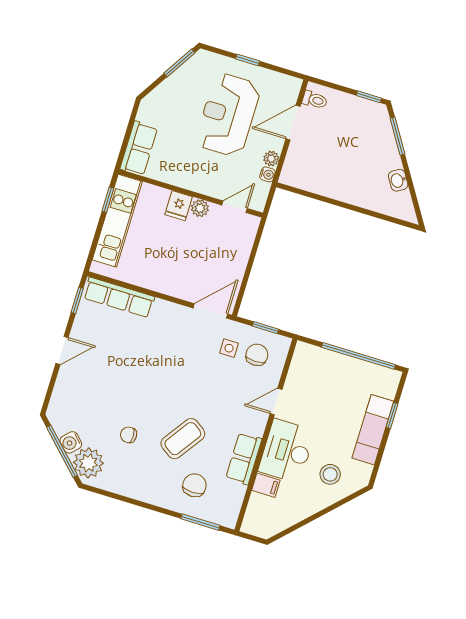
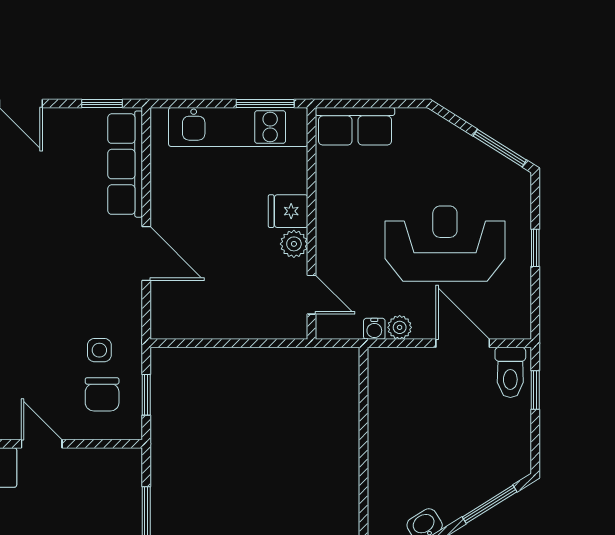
window: (369, 97) -> (535, 390), moved
toilet: (315, 100) -> (510, 372), width x1.37, depth x1.39
window: (108, 200) -> (265, 103), width x1.50
door: (210, 311) -> (146, 254), moved
chair: (257, 355) -> (102, 394), turned 90

